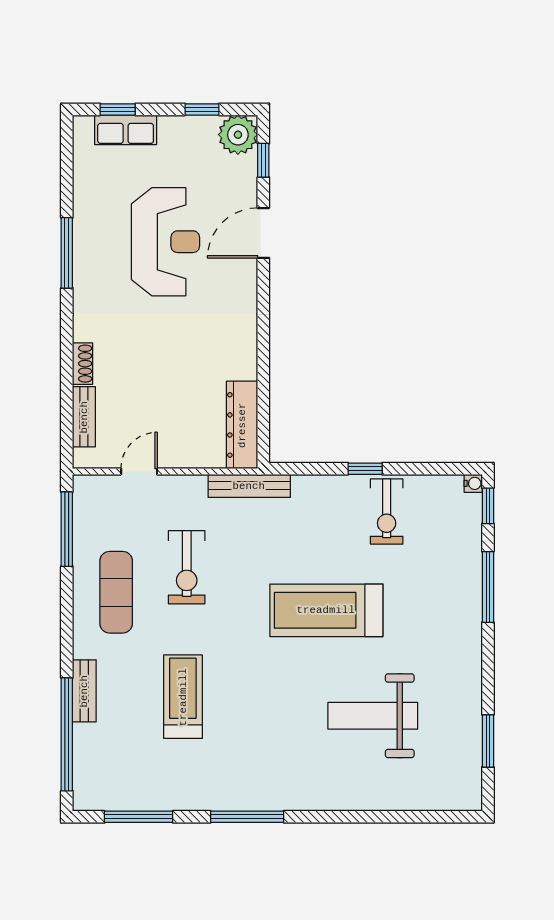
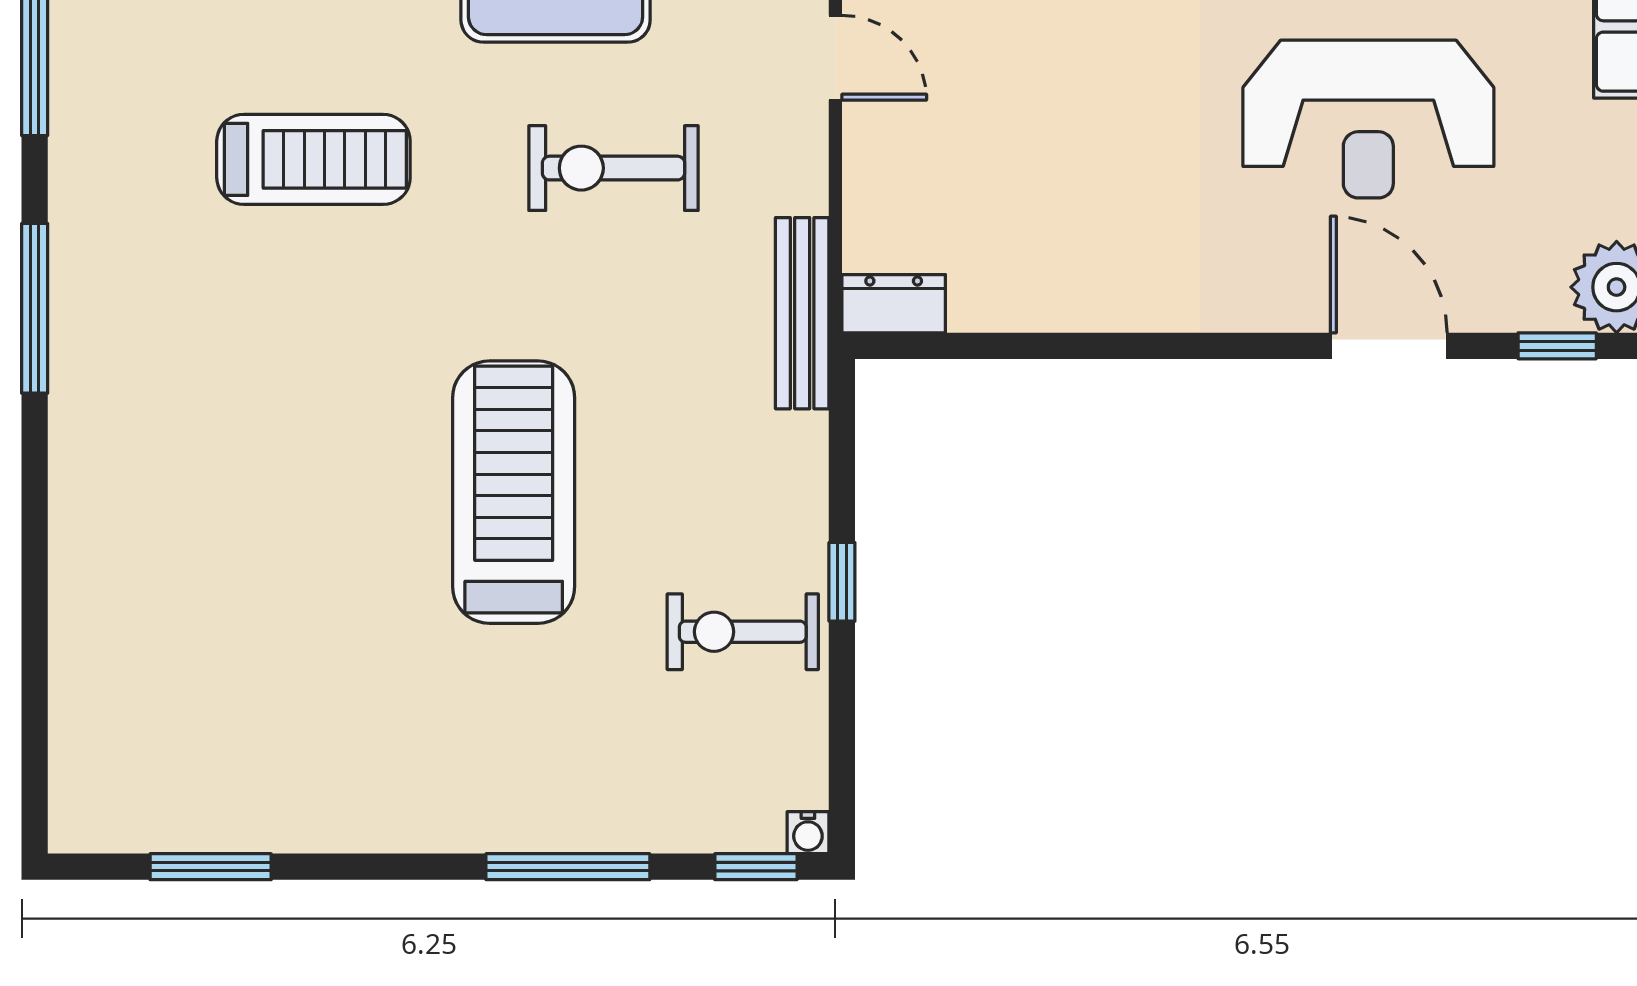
dresser: (242, 425) -> (894, 304), width x0.51, depth x0.80
weight bench: (373, 716) -> (269, 600), removed

